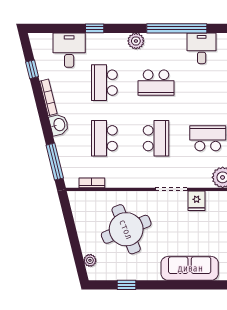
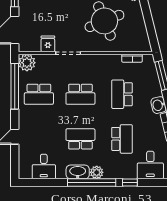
window: (177, 28) -> (92, 183), moved
washbasin: (159, 42) -> (78, 172), added
school desk: (104, 138) -> (122, 94), turned 180
school desk: (156, 138) -> (80, 94), turned -90

